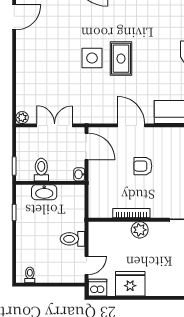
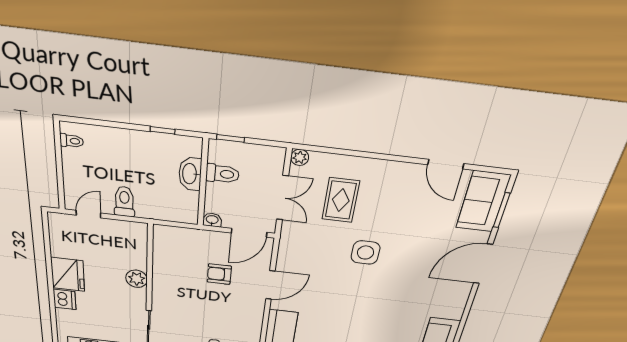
rug: (121, 59) -> (341, 200), moved, turned 90
armchair: (143, 166) -> (219, 274), moved, turned -90
bookcase: (131, 213) -> (158, 272), removed
door: (86, 265) -> (88, 214), swing flipped
fridge: (130, 284) -> (68, 274), moved
dishwasher: (97, 288) -> (65, 299), moved

